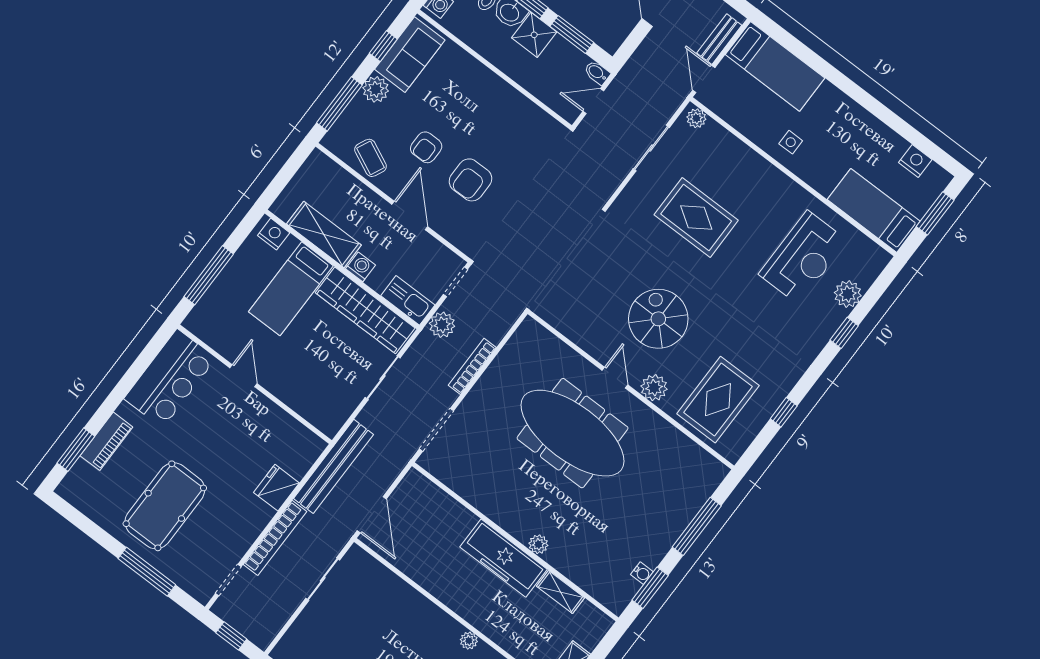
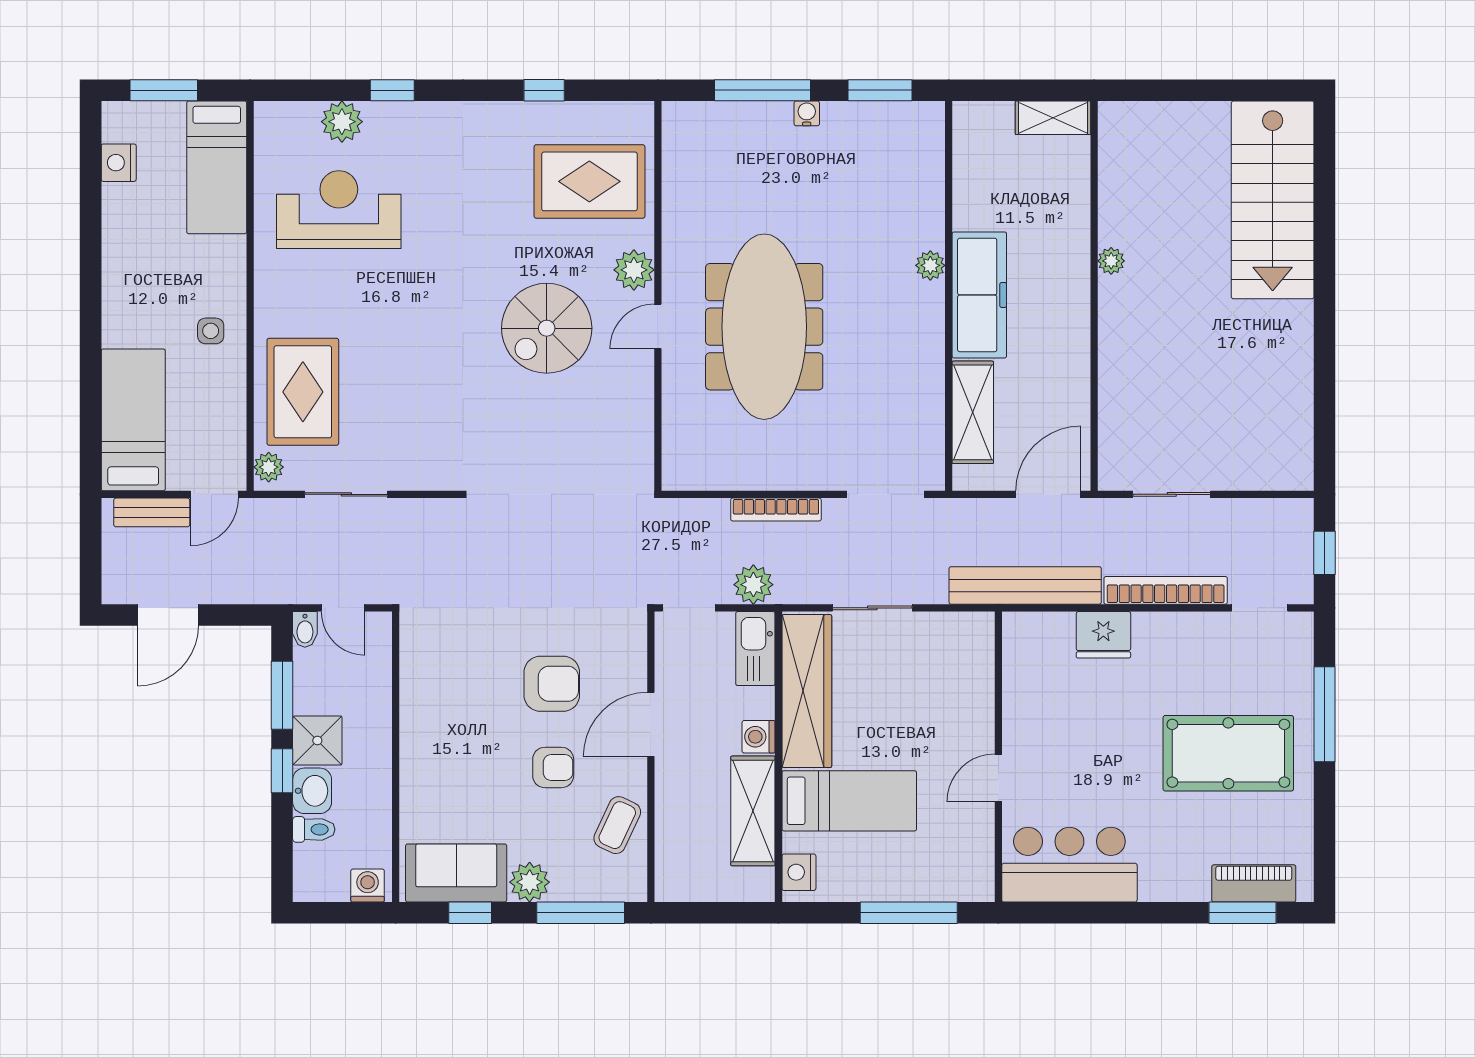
rug: (696, 218) -> (303, 392), moved
piano: (106, 441) -> (1254, 883), moved
water cooler: (642, 573) -> (807, 113), moved
shelving: (560, 592) -> (973, 412), moved, width x1.50, depth x1.33

